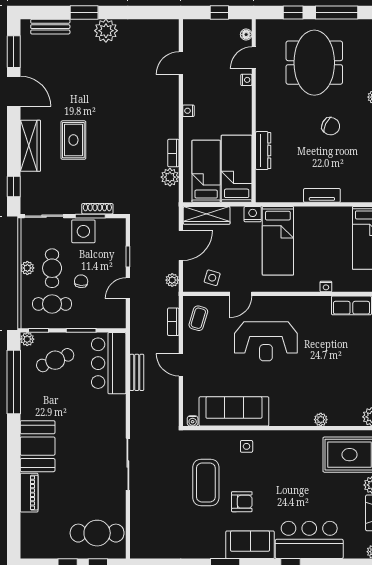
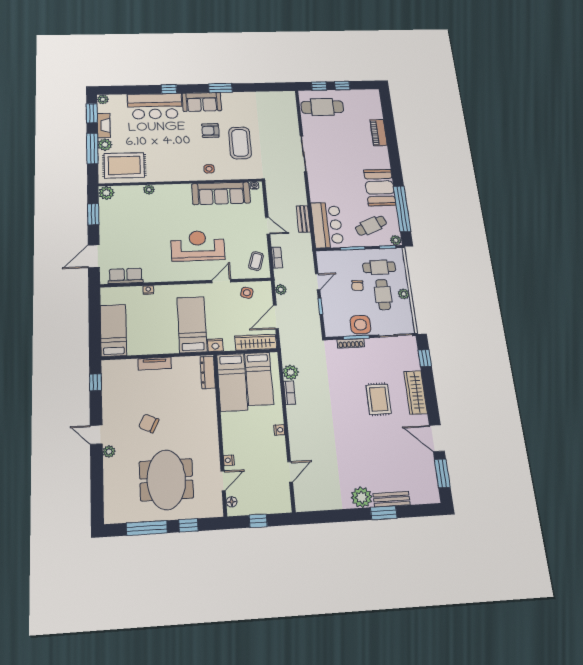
bench: (50, 27) -> (392, 499), moved
dresser: (263, 151) -> (208, 372), moved
booth: (38, 446) -> (380, 188), moved

